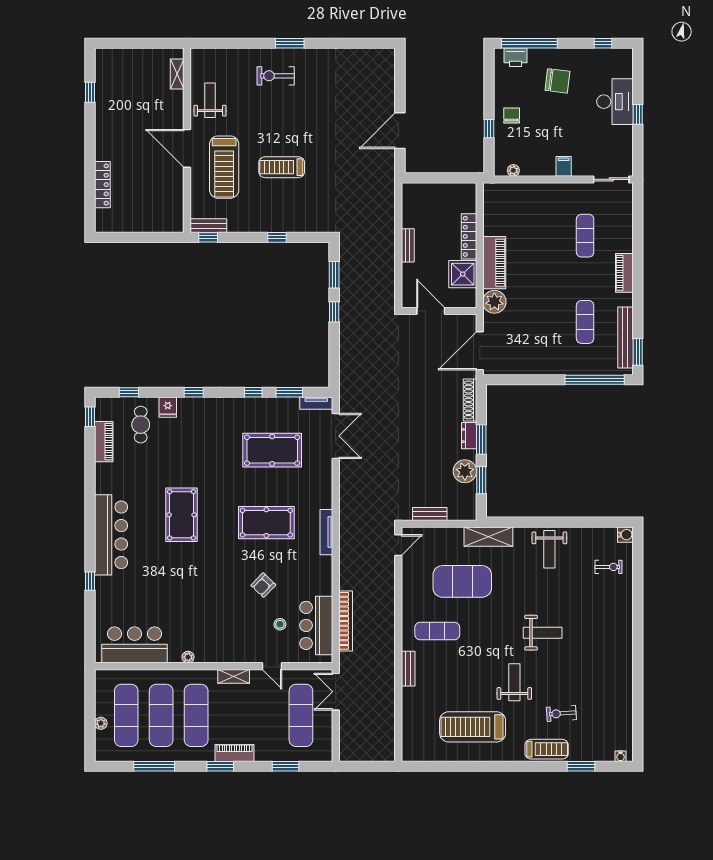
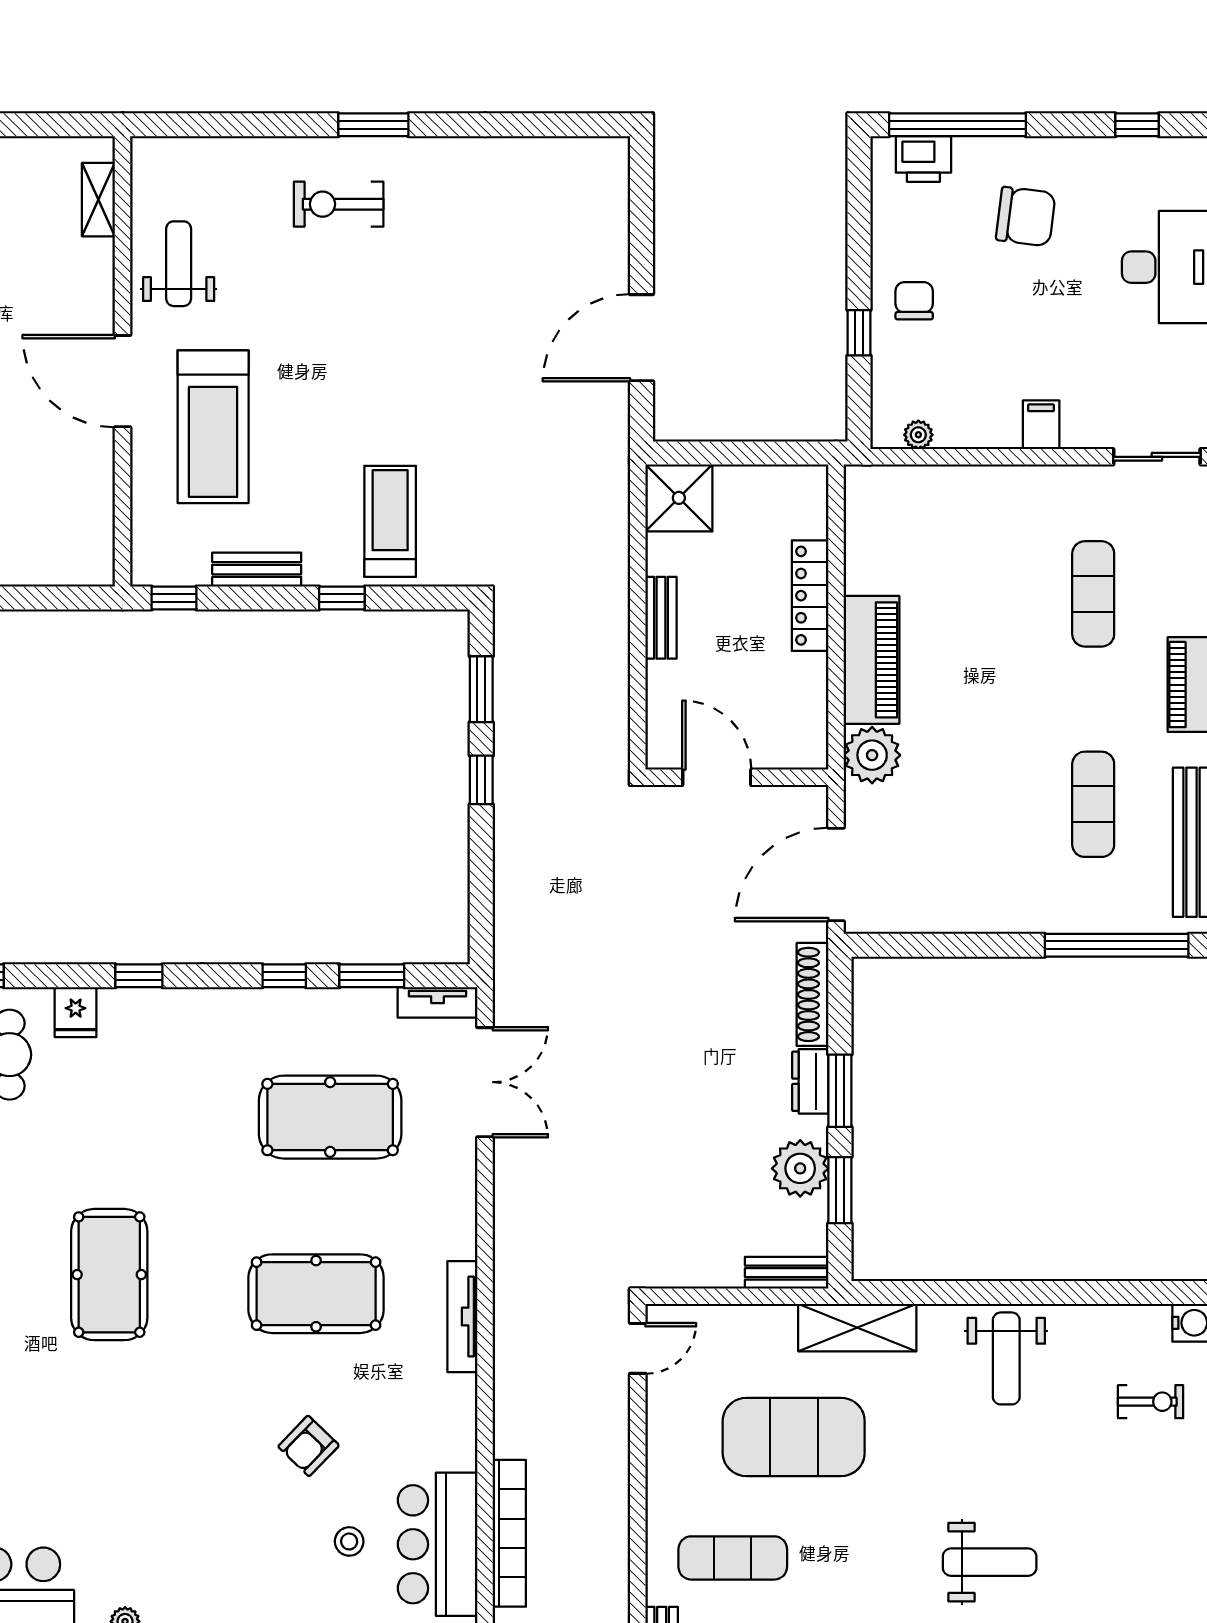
treadmill: (282, 167) -> (390, 521), moved, turned 90
bench: (208, 226) -> (257, 570), moved
shower: (463, 274) -> (679, 498), moved
bench: (430, 514) -> (787, 1273), moved

